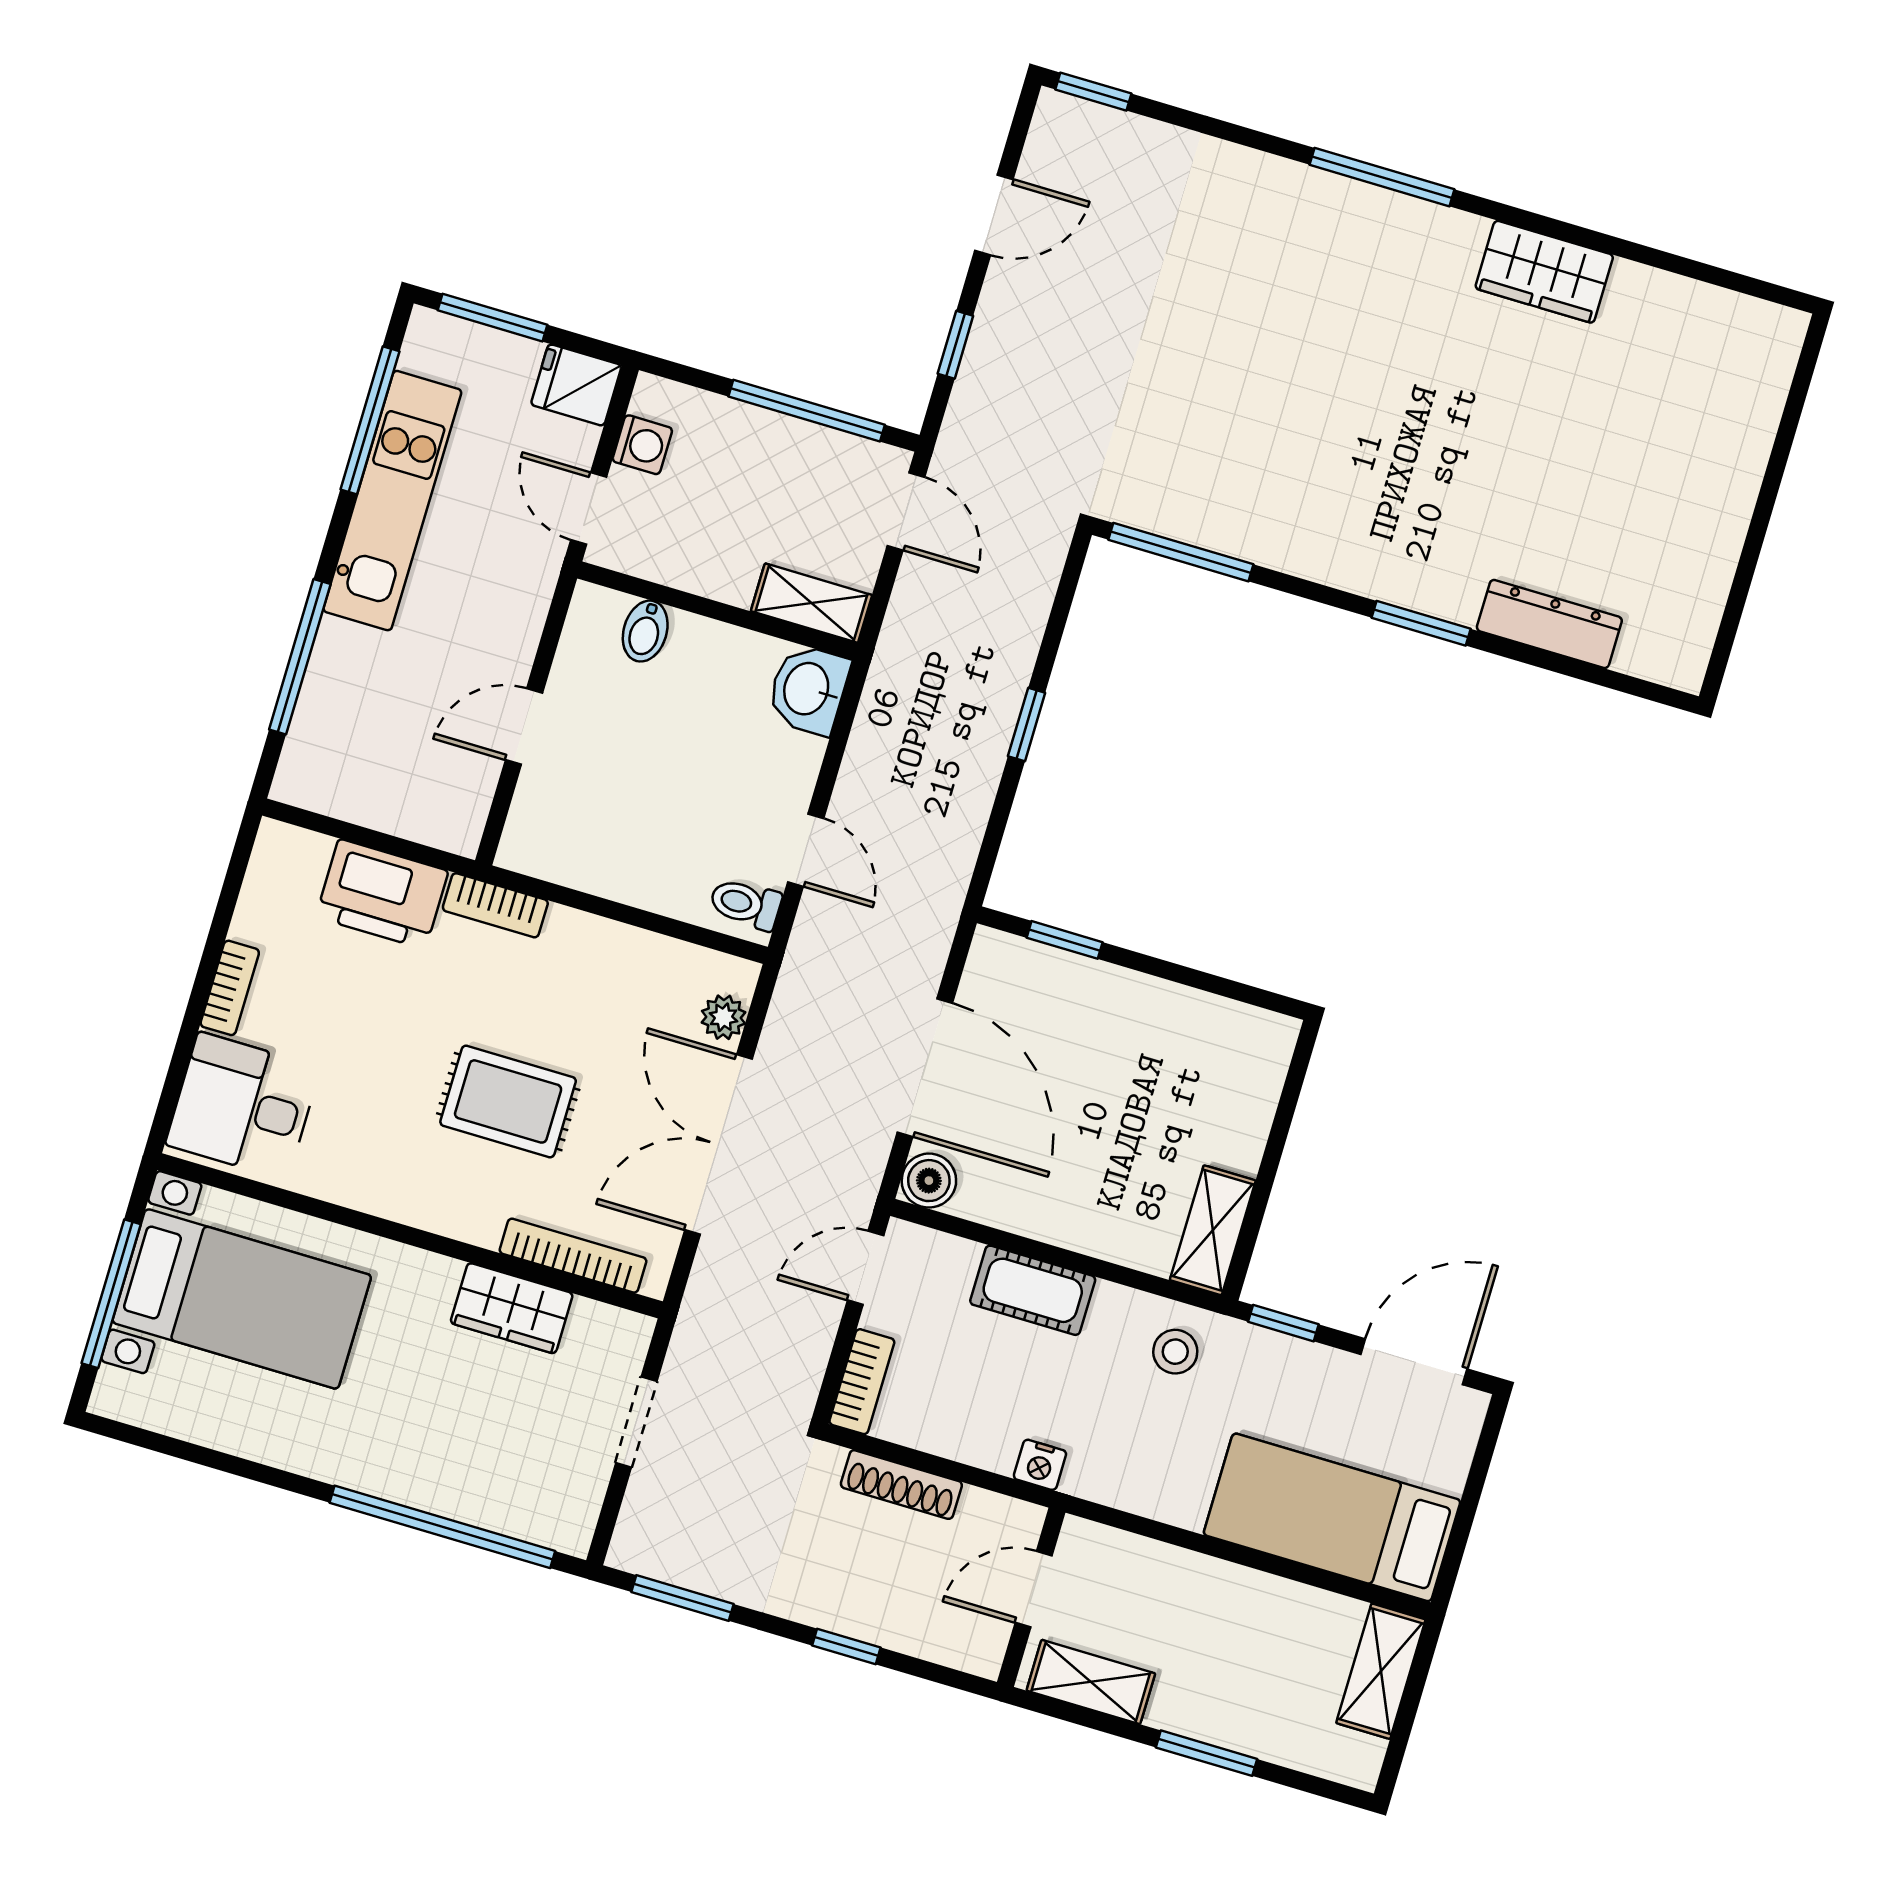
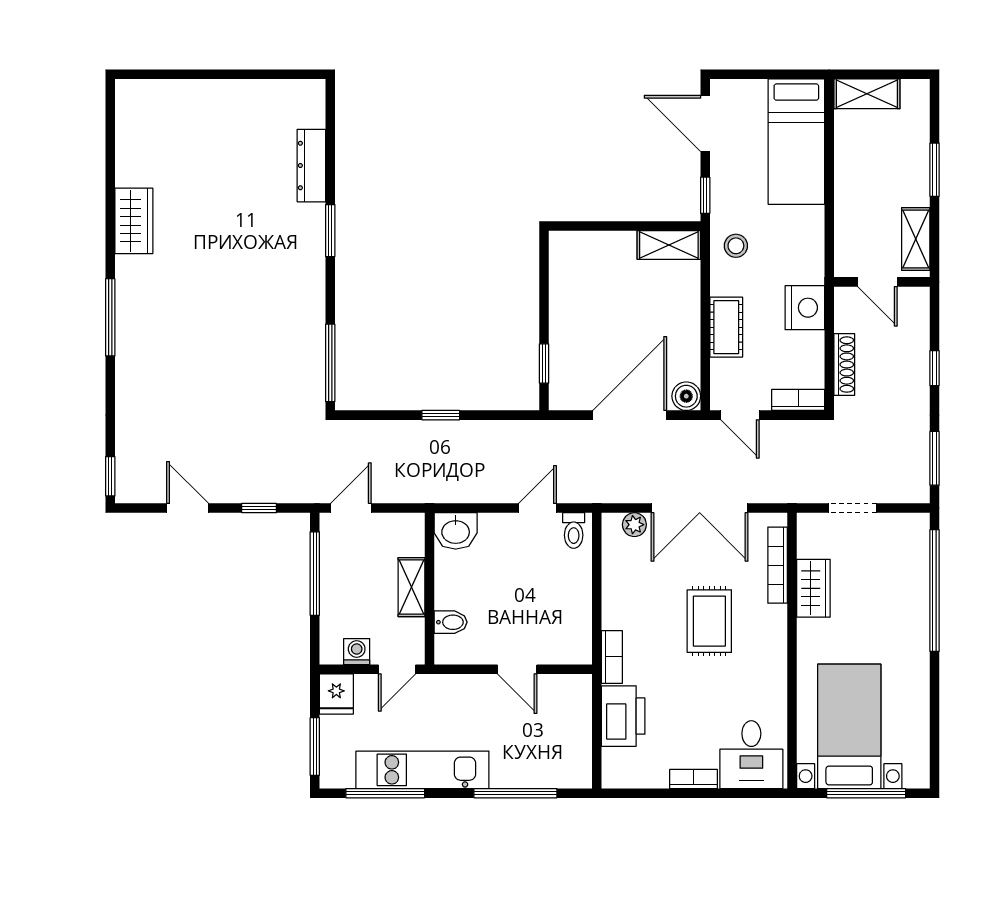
shelving: (811, 603) -> (412, 587), moved
nightstand: (1040, 1465) -> (805, 308), width x1.89, depth x1.79

